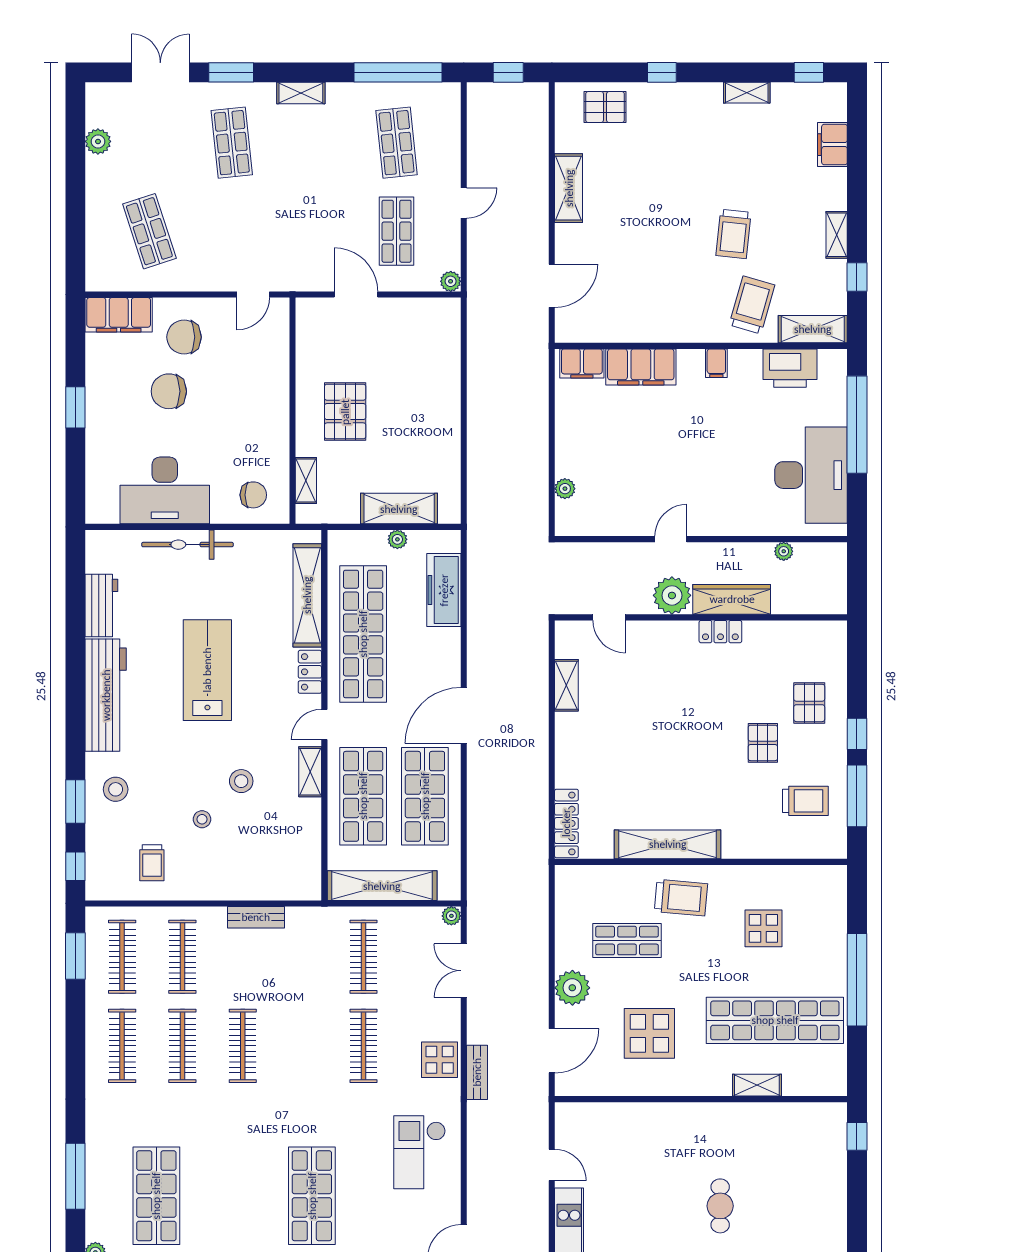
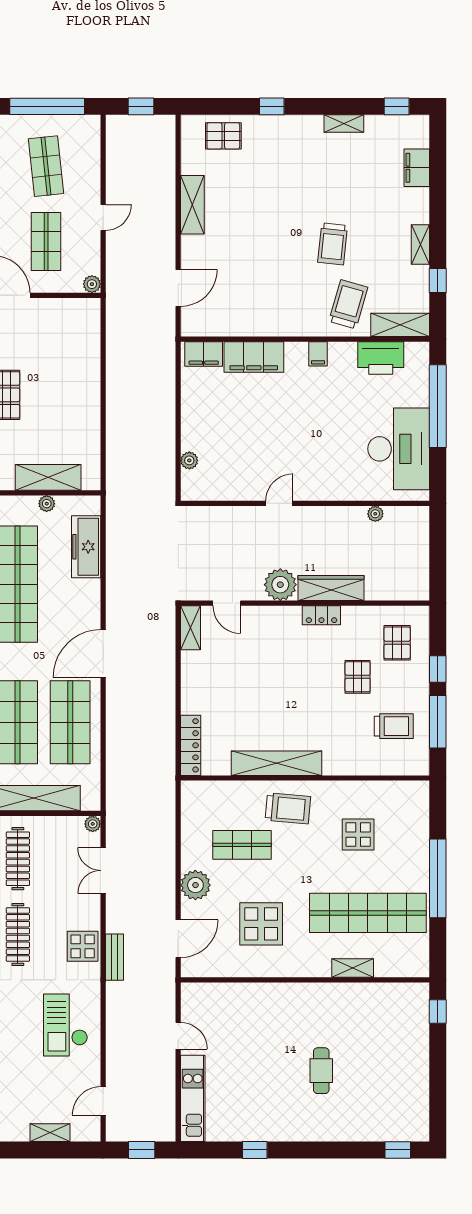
plant: (672, 595) -> (280, 585), moved
wardrobe: (732, 599) -> (331, 588), moved
door: (609, 617) -> (227, 603), moved
wall: (701, 617) -> (305, 603), moved
locker: (720, 632) -> (321, 615), moved

